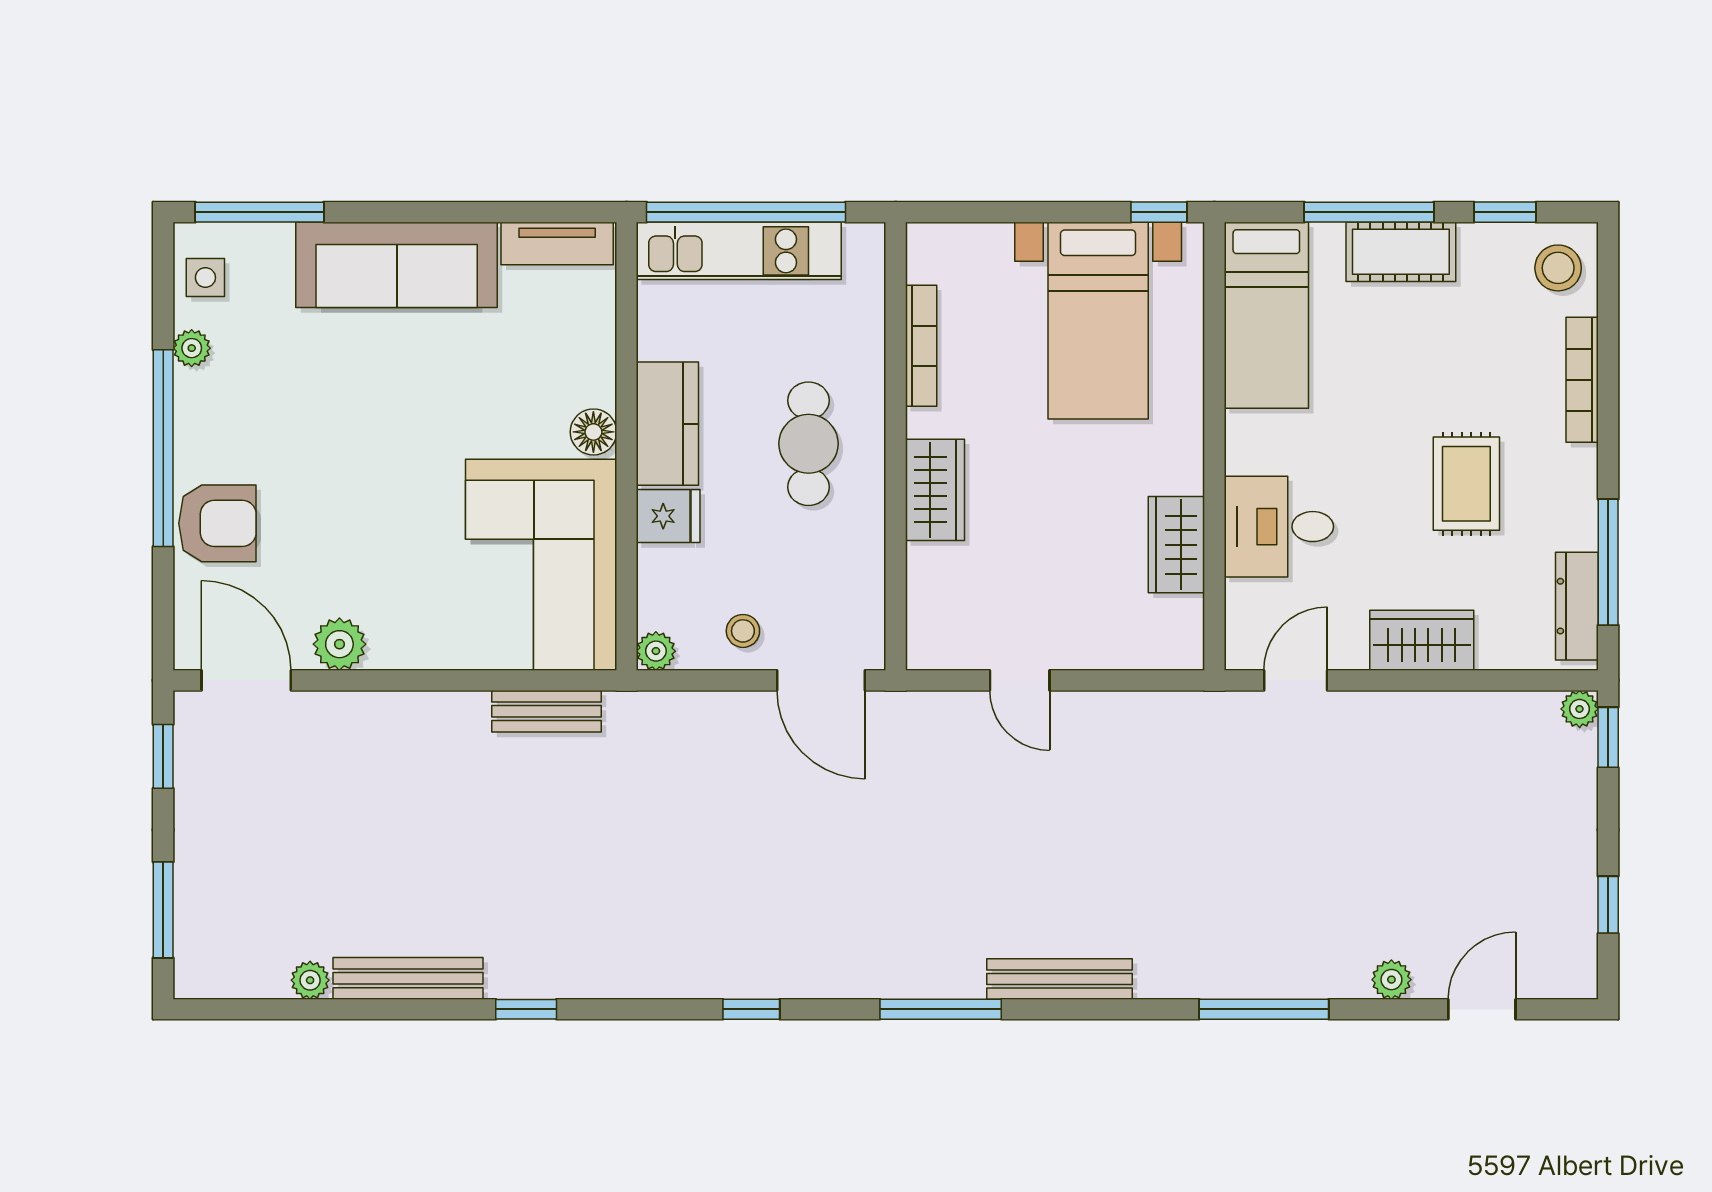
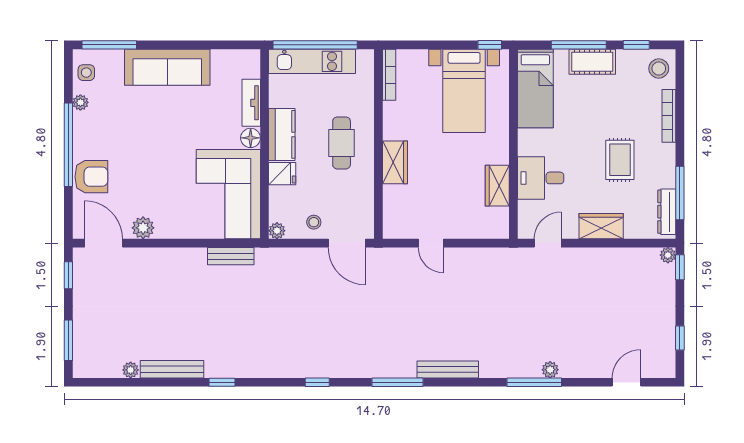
tv unit: (557, 243) -> (251, 103), moved, turned 90
bookcase: (921, 346) -> (389, 75), moved
plant: (1391, 980) -> (550, 370), moved

